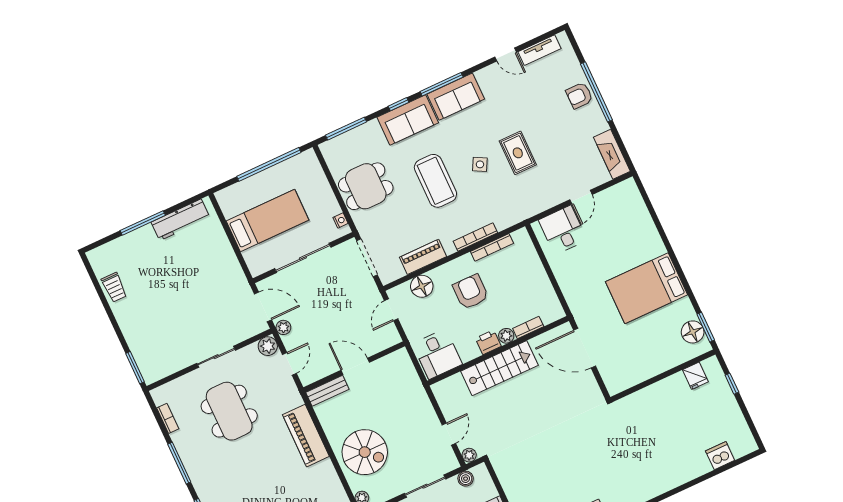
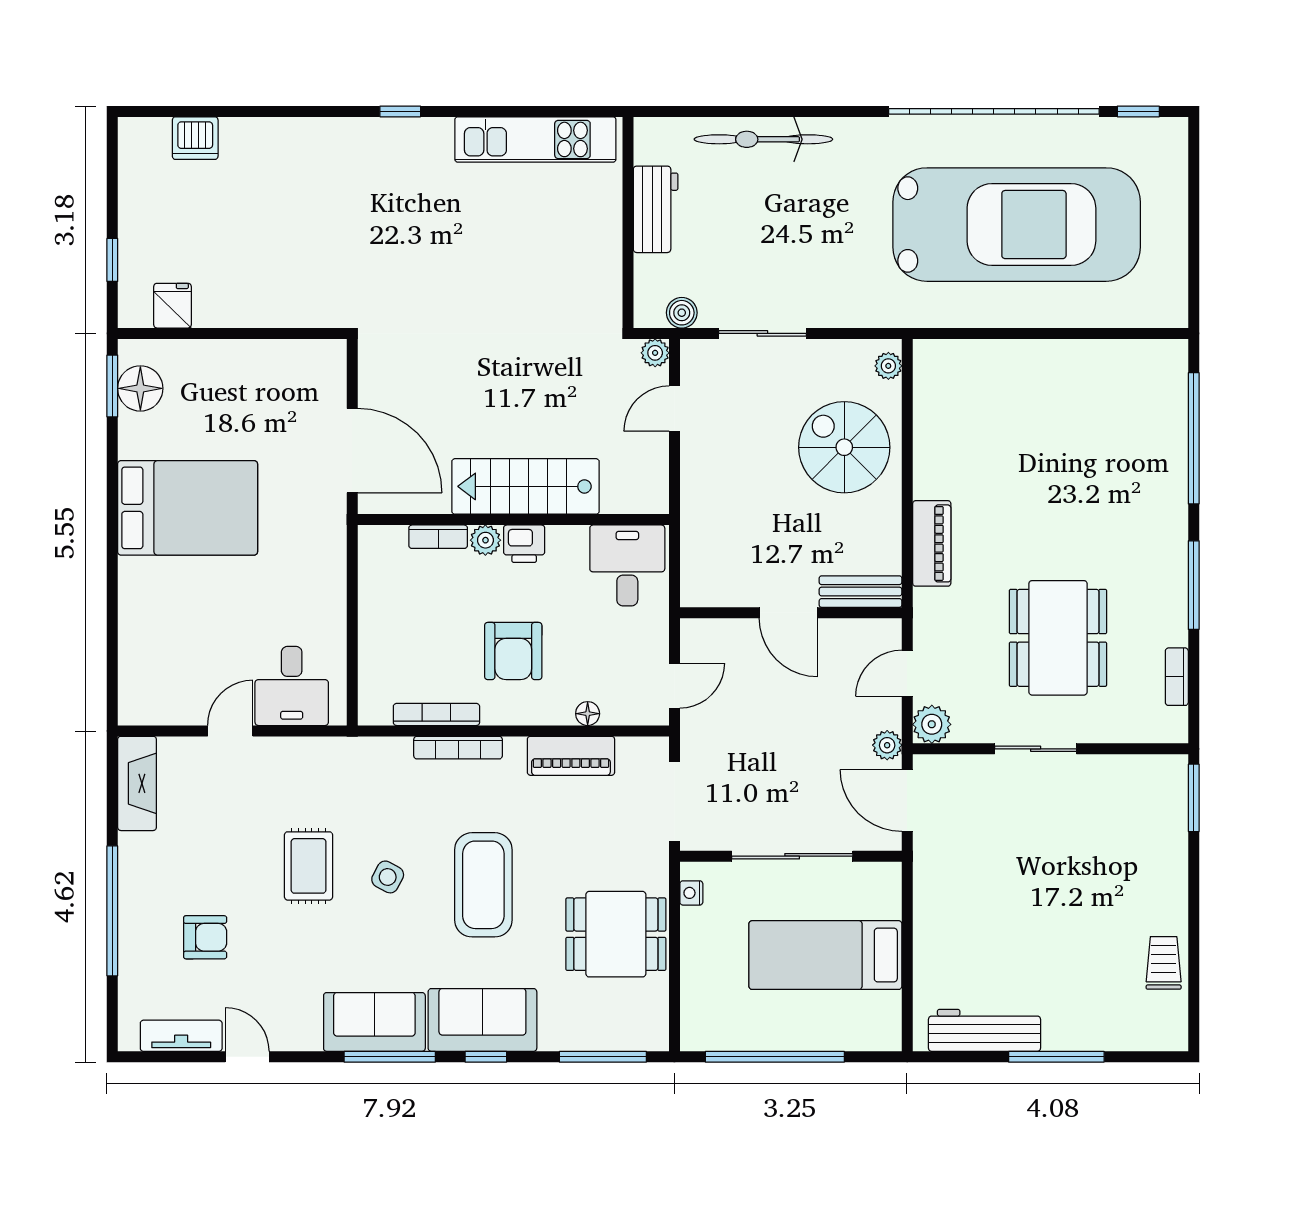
armchair: (579, 96) -> (205, 937), moved
floor lamp: (422, 286) -> (588, 714), width x0.53, depth x0.53
piano: (306, 436) -> (932, 543), width x0.73, depth x0.75

